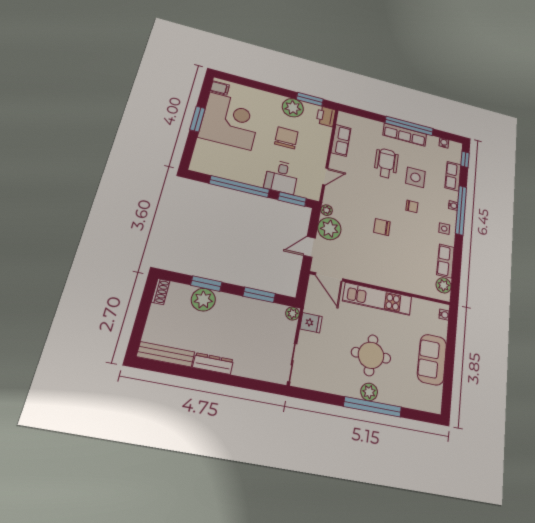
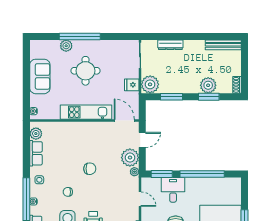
door: (325, 176) -> (140, 199), swing flipped
plant: (292, 314) -> (150, 84), width x1.88, depth x1.88
dresser: (213, 364) -> (170, 45), moved
plant: (369, 392) -> (66, 46), moved

